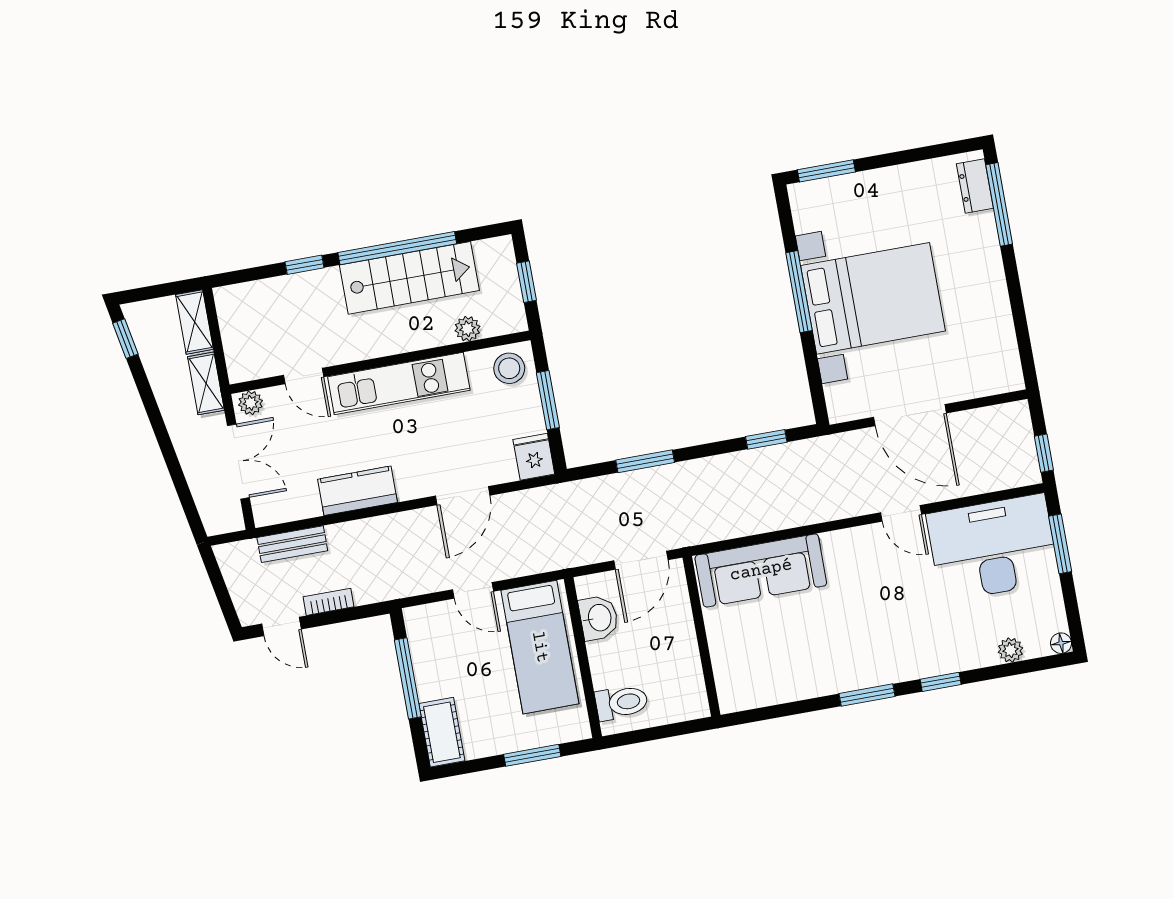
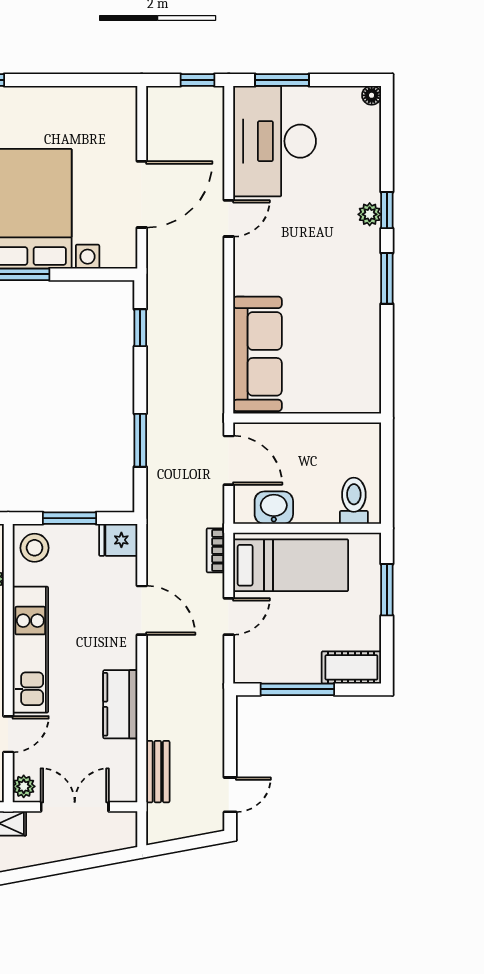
bookcase: (328, 602) -> (216, 550), moved
plant: (1010, 650) -> (370, 214), moved

